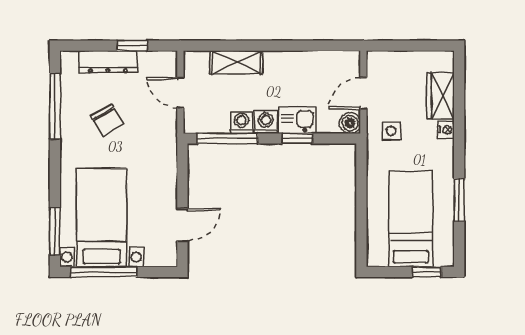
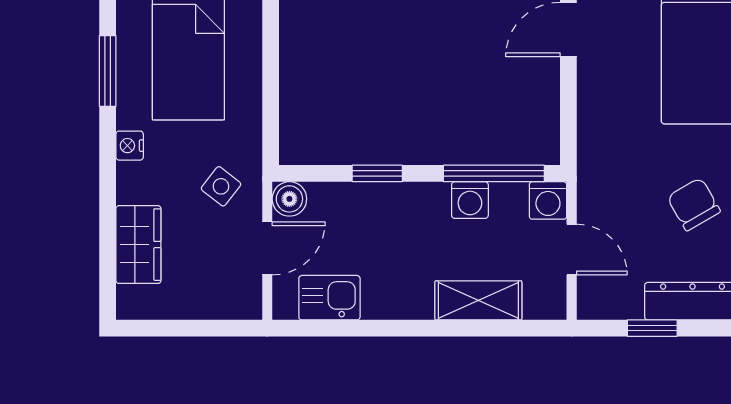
kitchen sink: (297, 120) -> (329, 298), moved, turned 180
washing machine: (266, 122) -> (548, 200), moved
nightstand: (446, 130) -> (130, 146), moved
side table: (391, 131) -> (221, 186), turned 38

